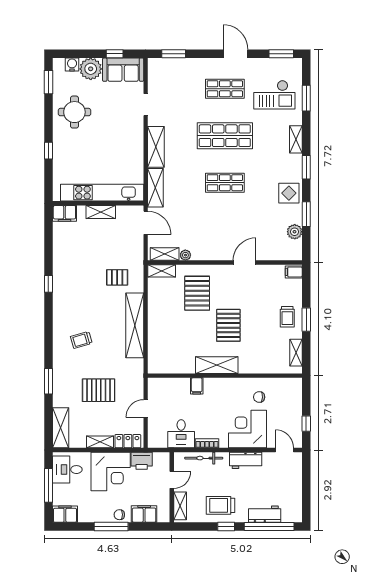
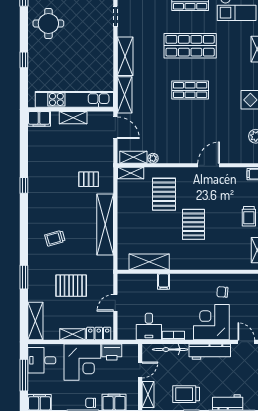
shelving: (217, 365) -> (149, 262), moved
workbench: (246, 460) -> (210, 352), width x1.37

